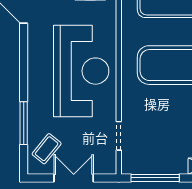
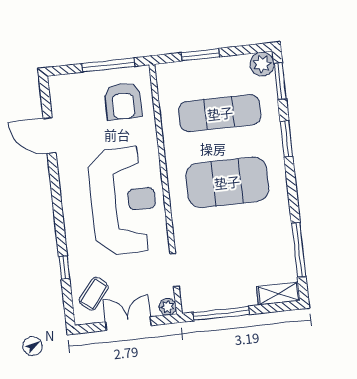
window: (24, 123) -> (64, 267), width x0.46
plant: (109, 167) -> (168, 307), added

